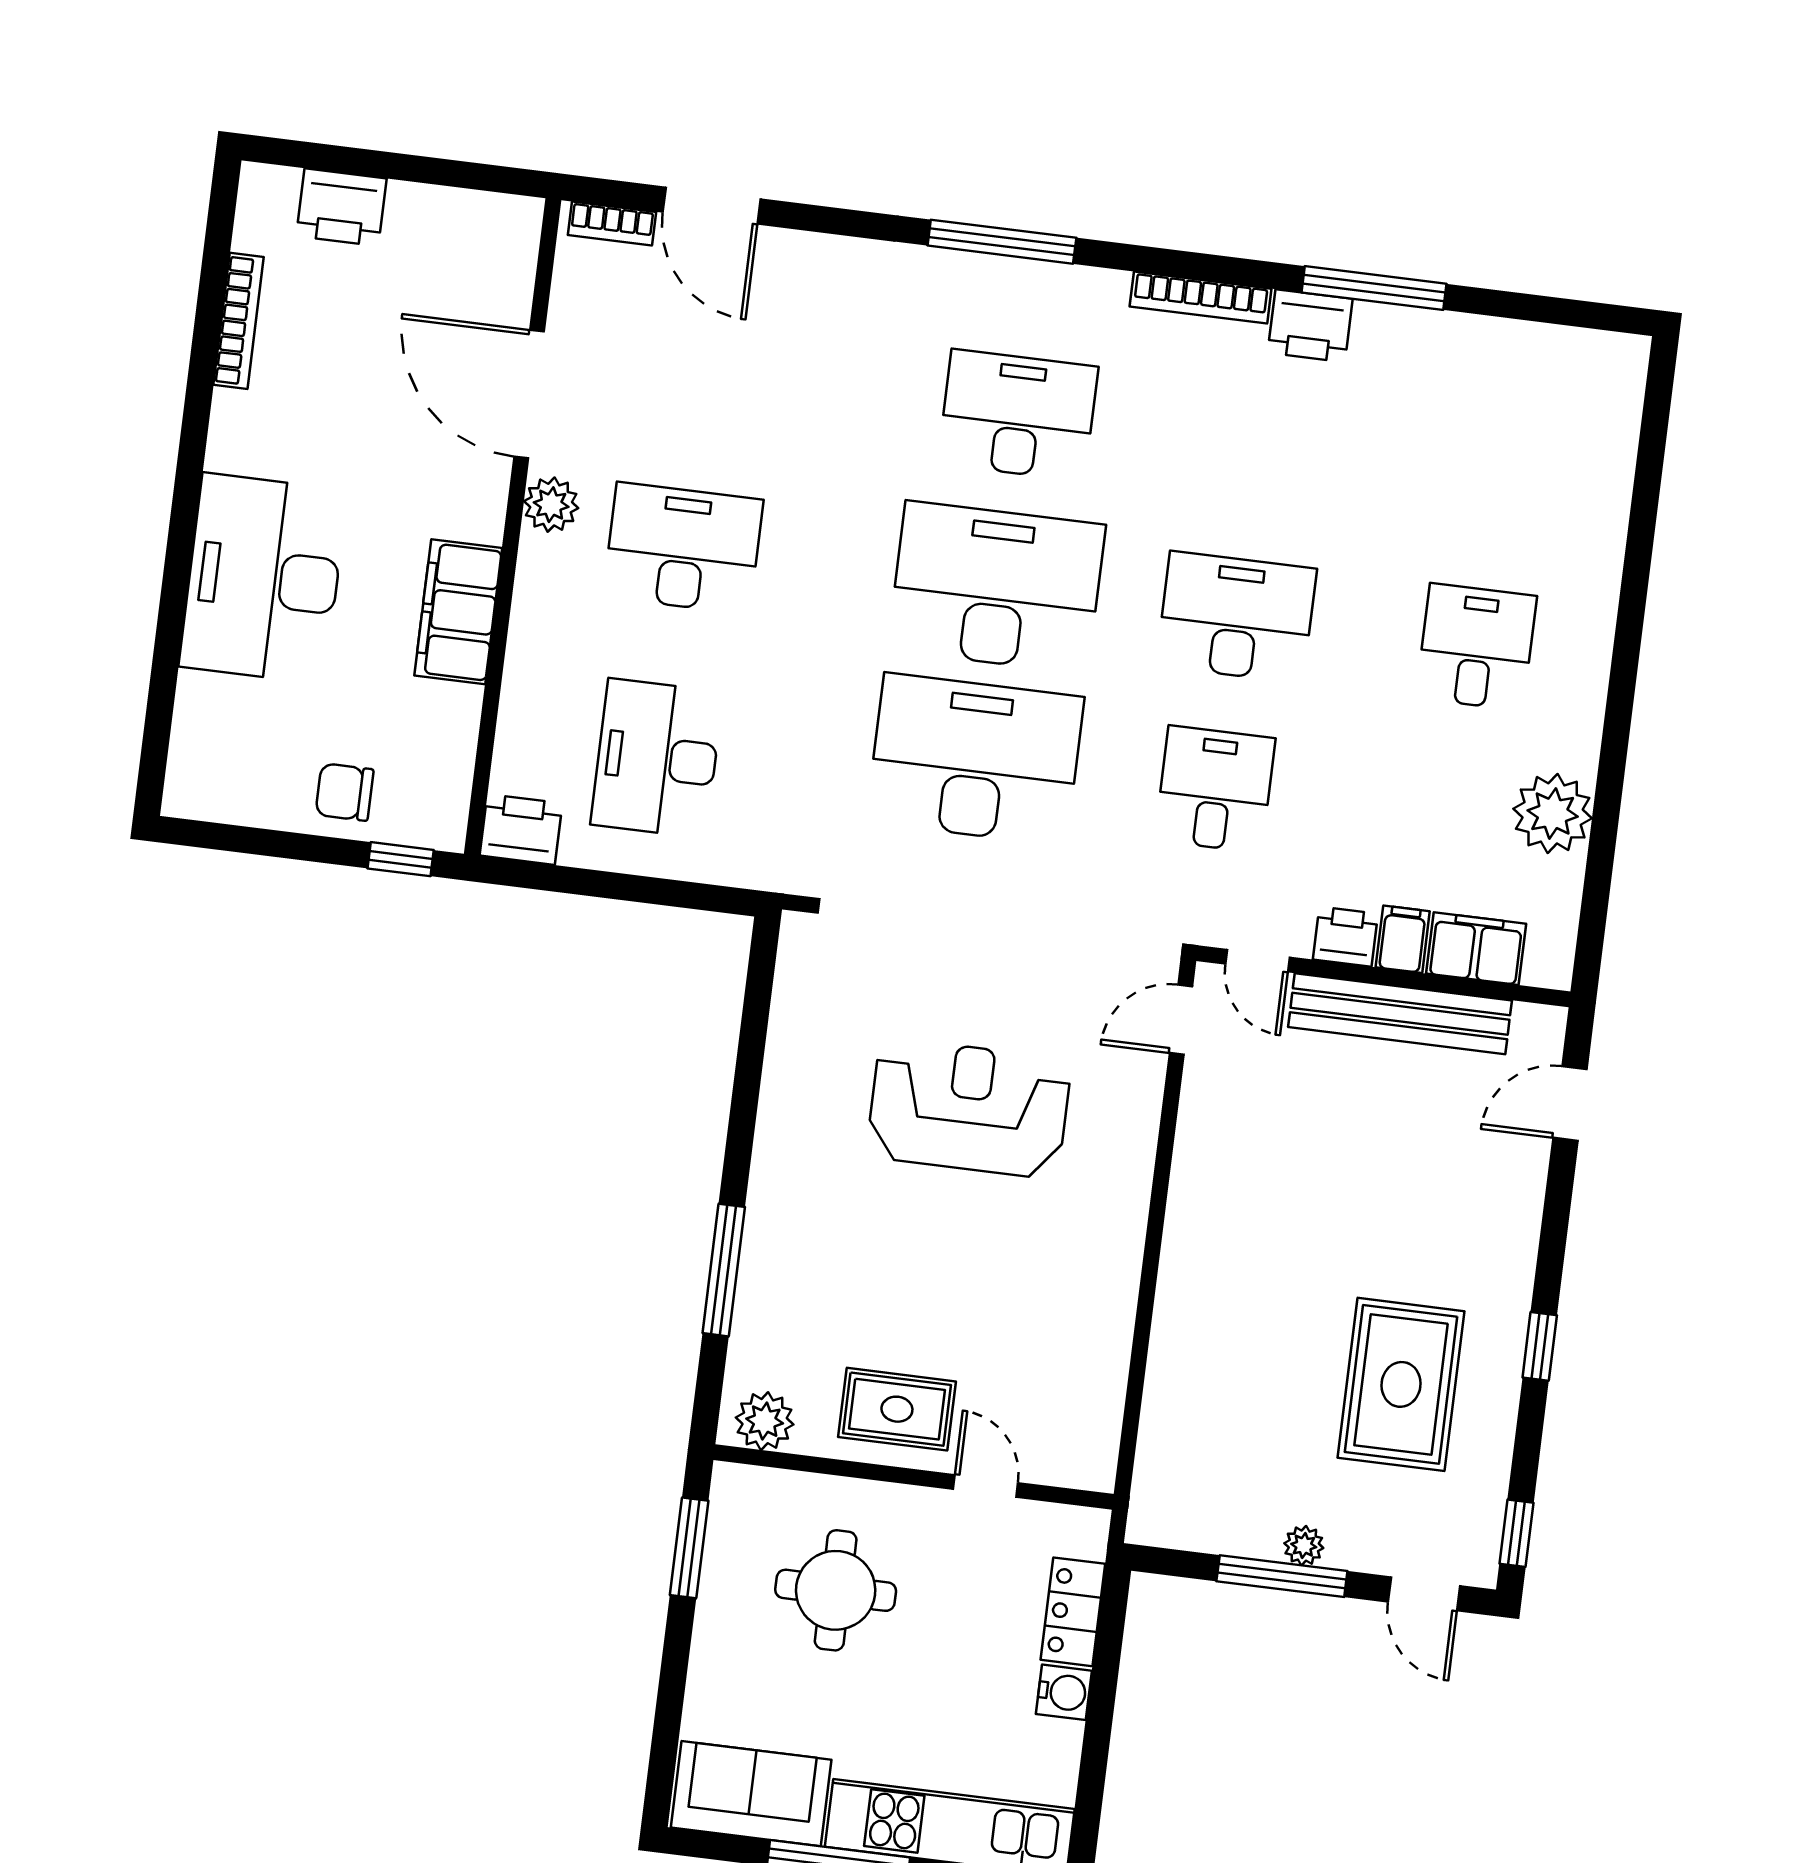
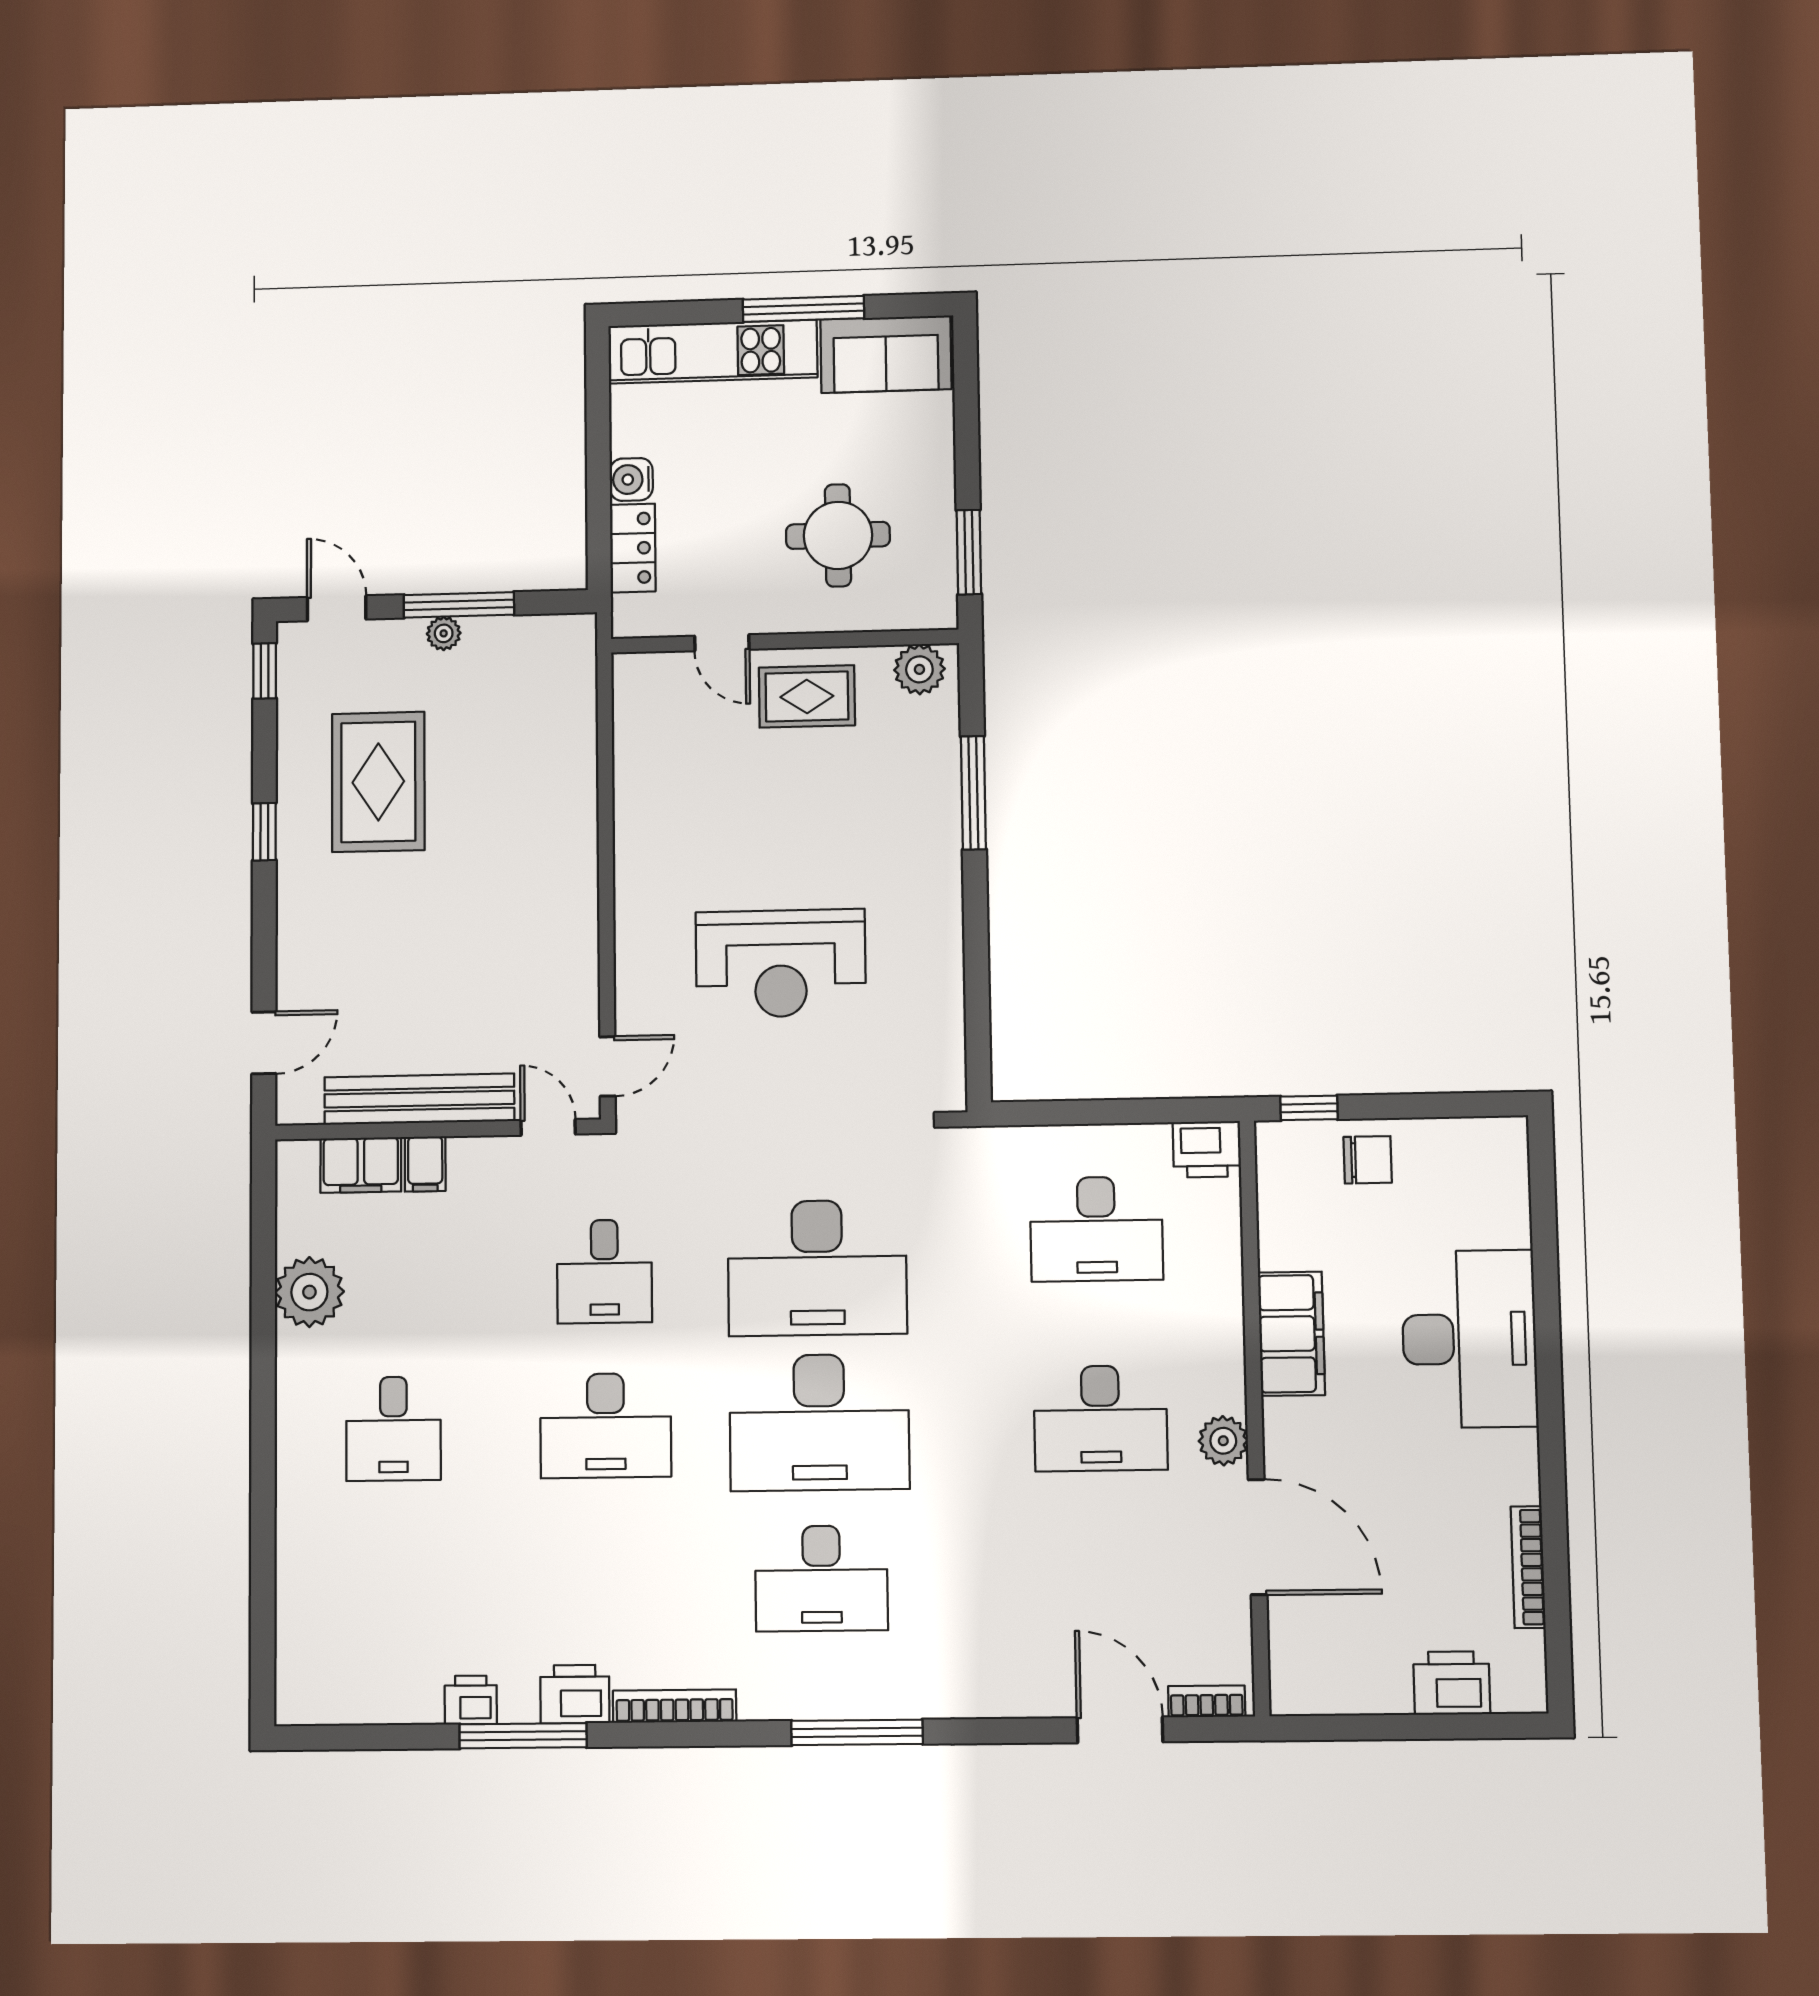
desk: (657, 758) -> (1096, 1229), turned 90
printer: (1345, 937) -> (471, 1700), moved, turned 180

